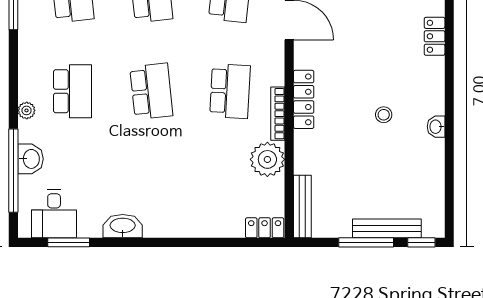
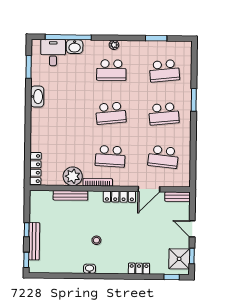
locker: (304, 99) -> (119, 197), moved
plant: (27, 110) -> (114, 45), moved
bench: (302, 206) -> (70, 195), moved
desk: (54, 214) -> (53, 53), moved, turned 90
locker: (265, 228) -> (35, 168), width x1.53
window: (366, 242) -> (27, 230), width x0.46

